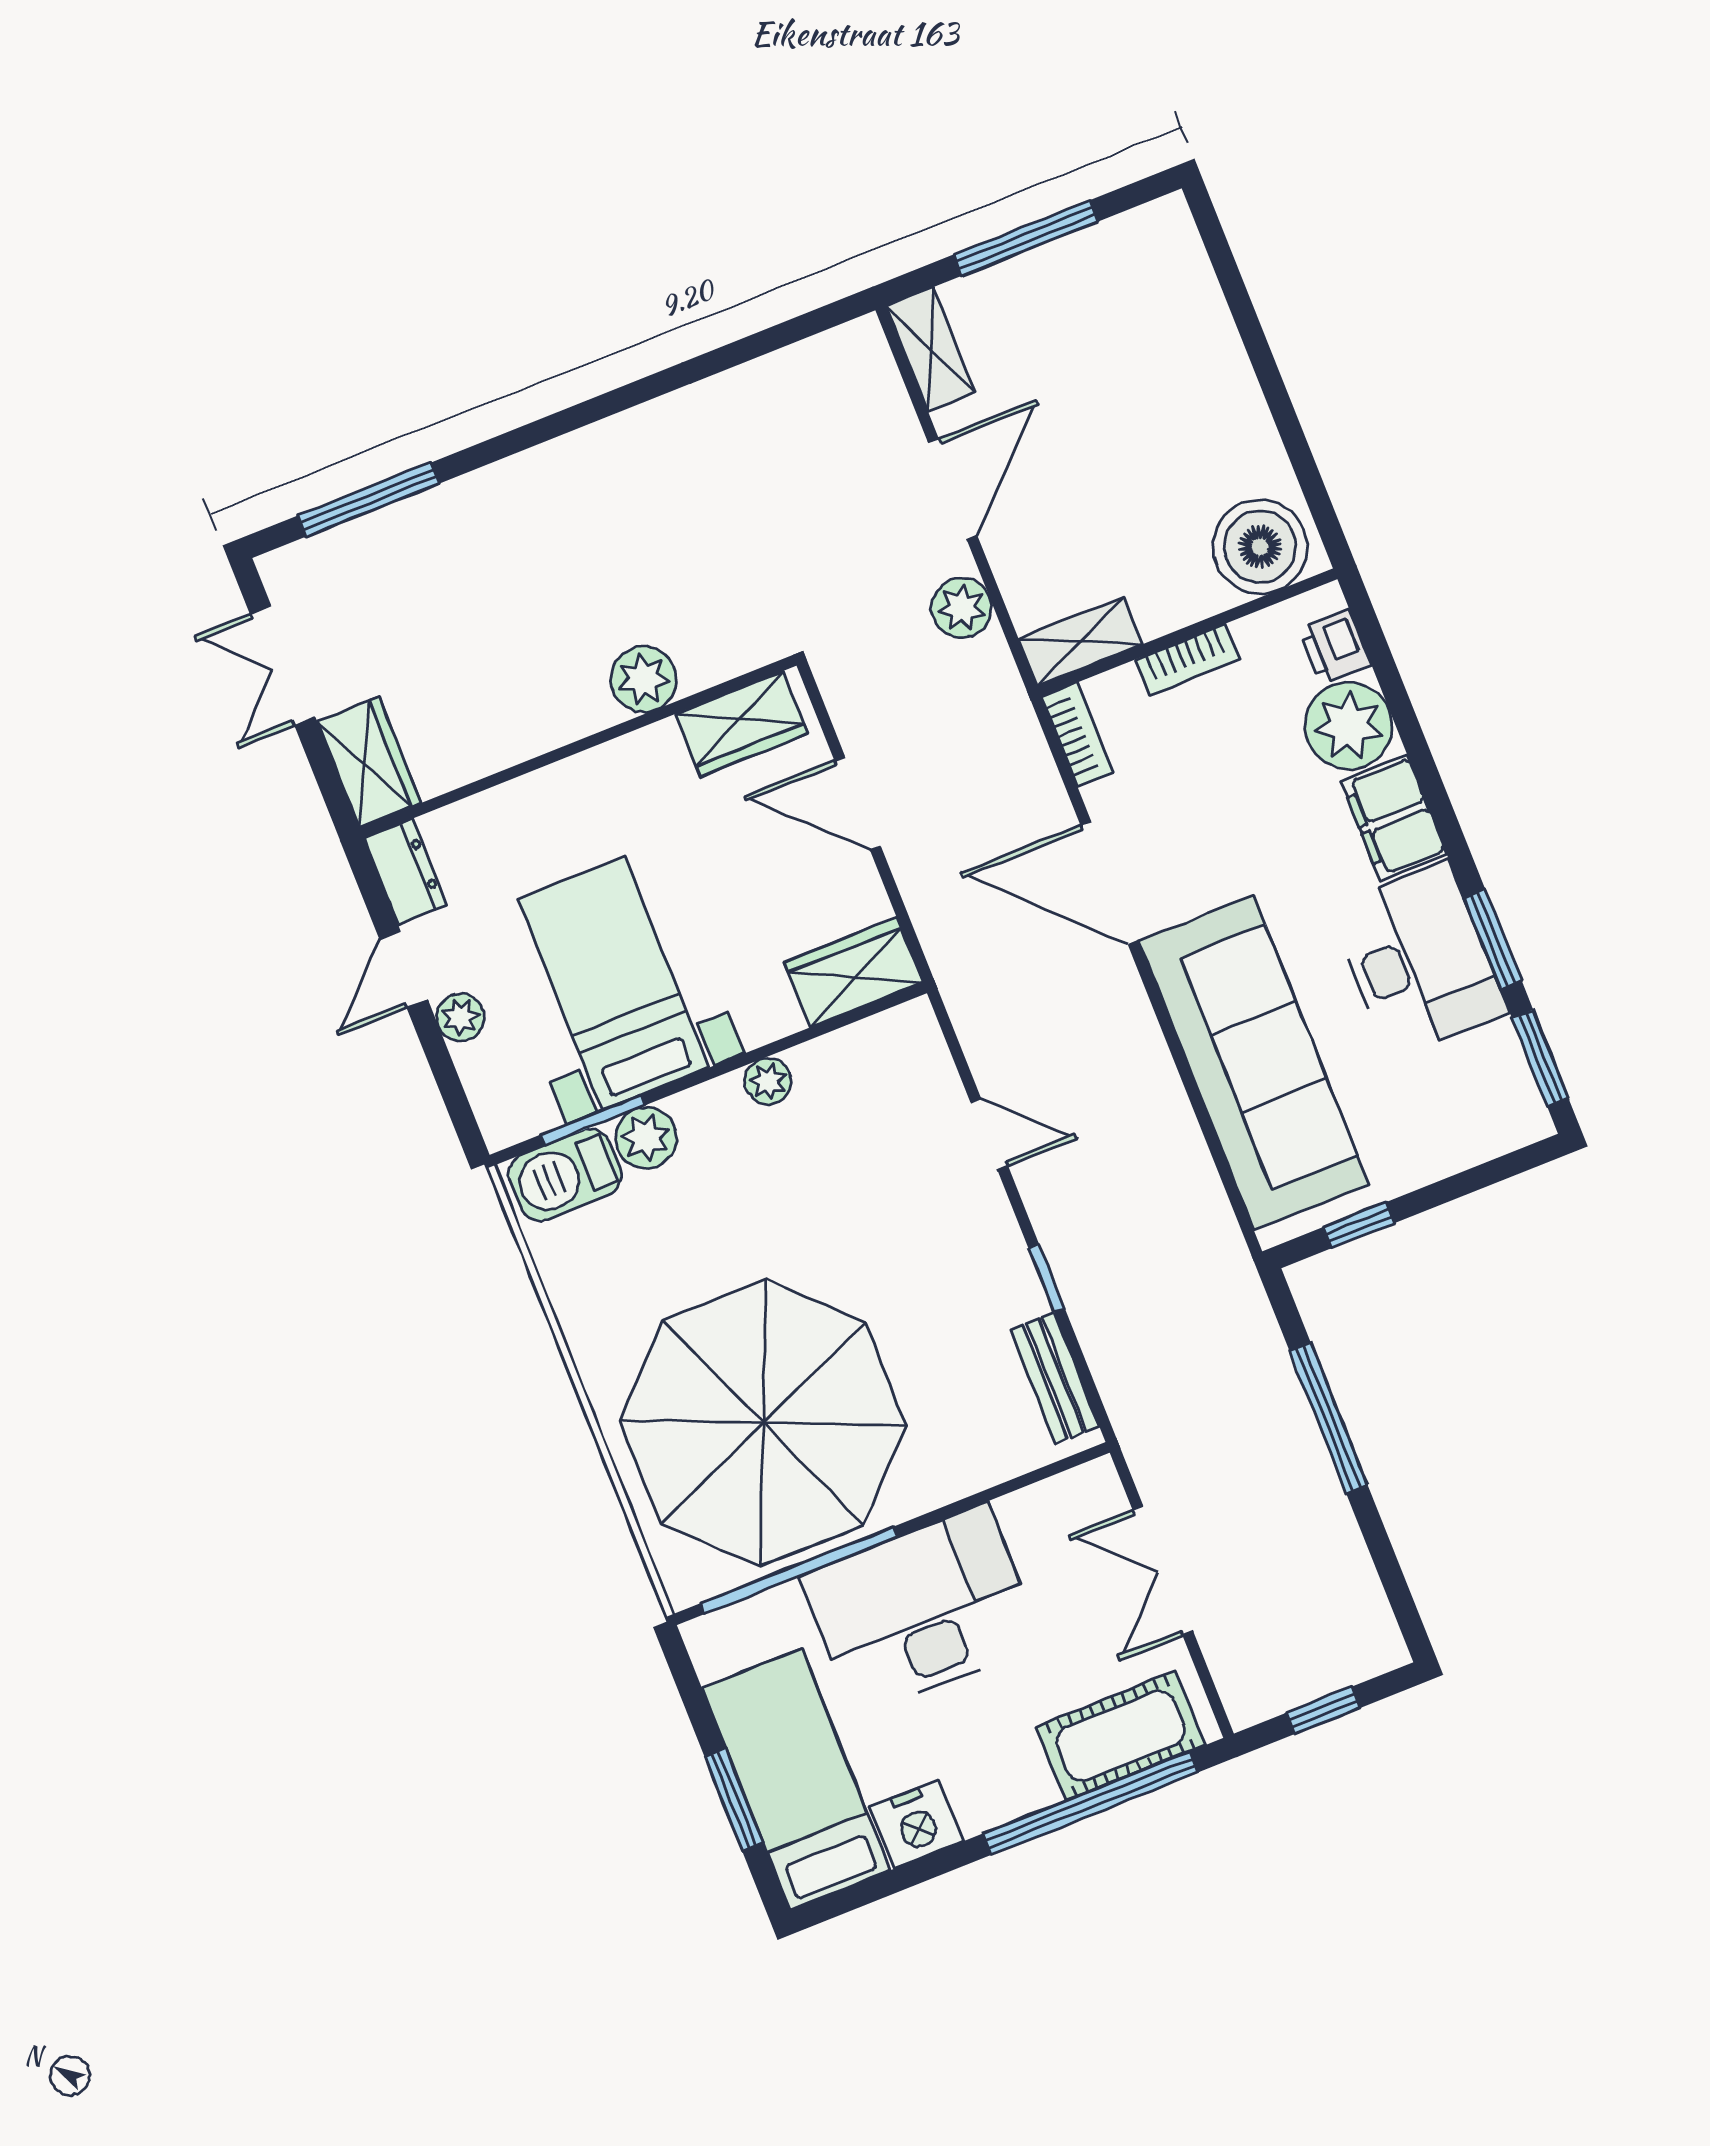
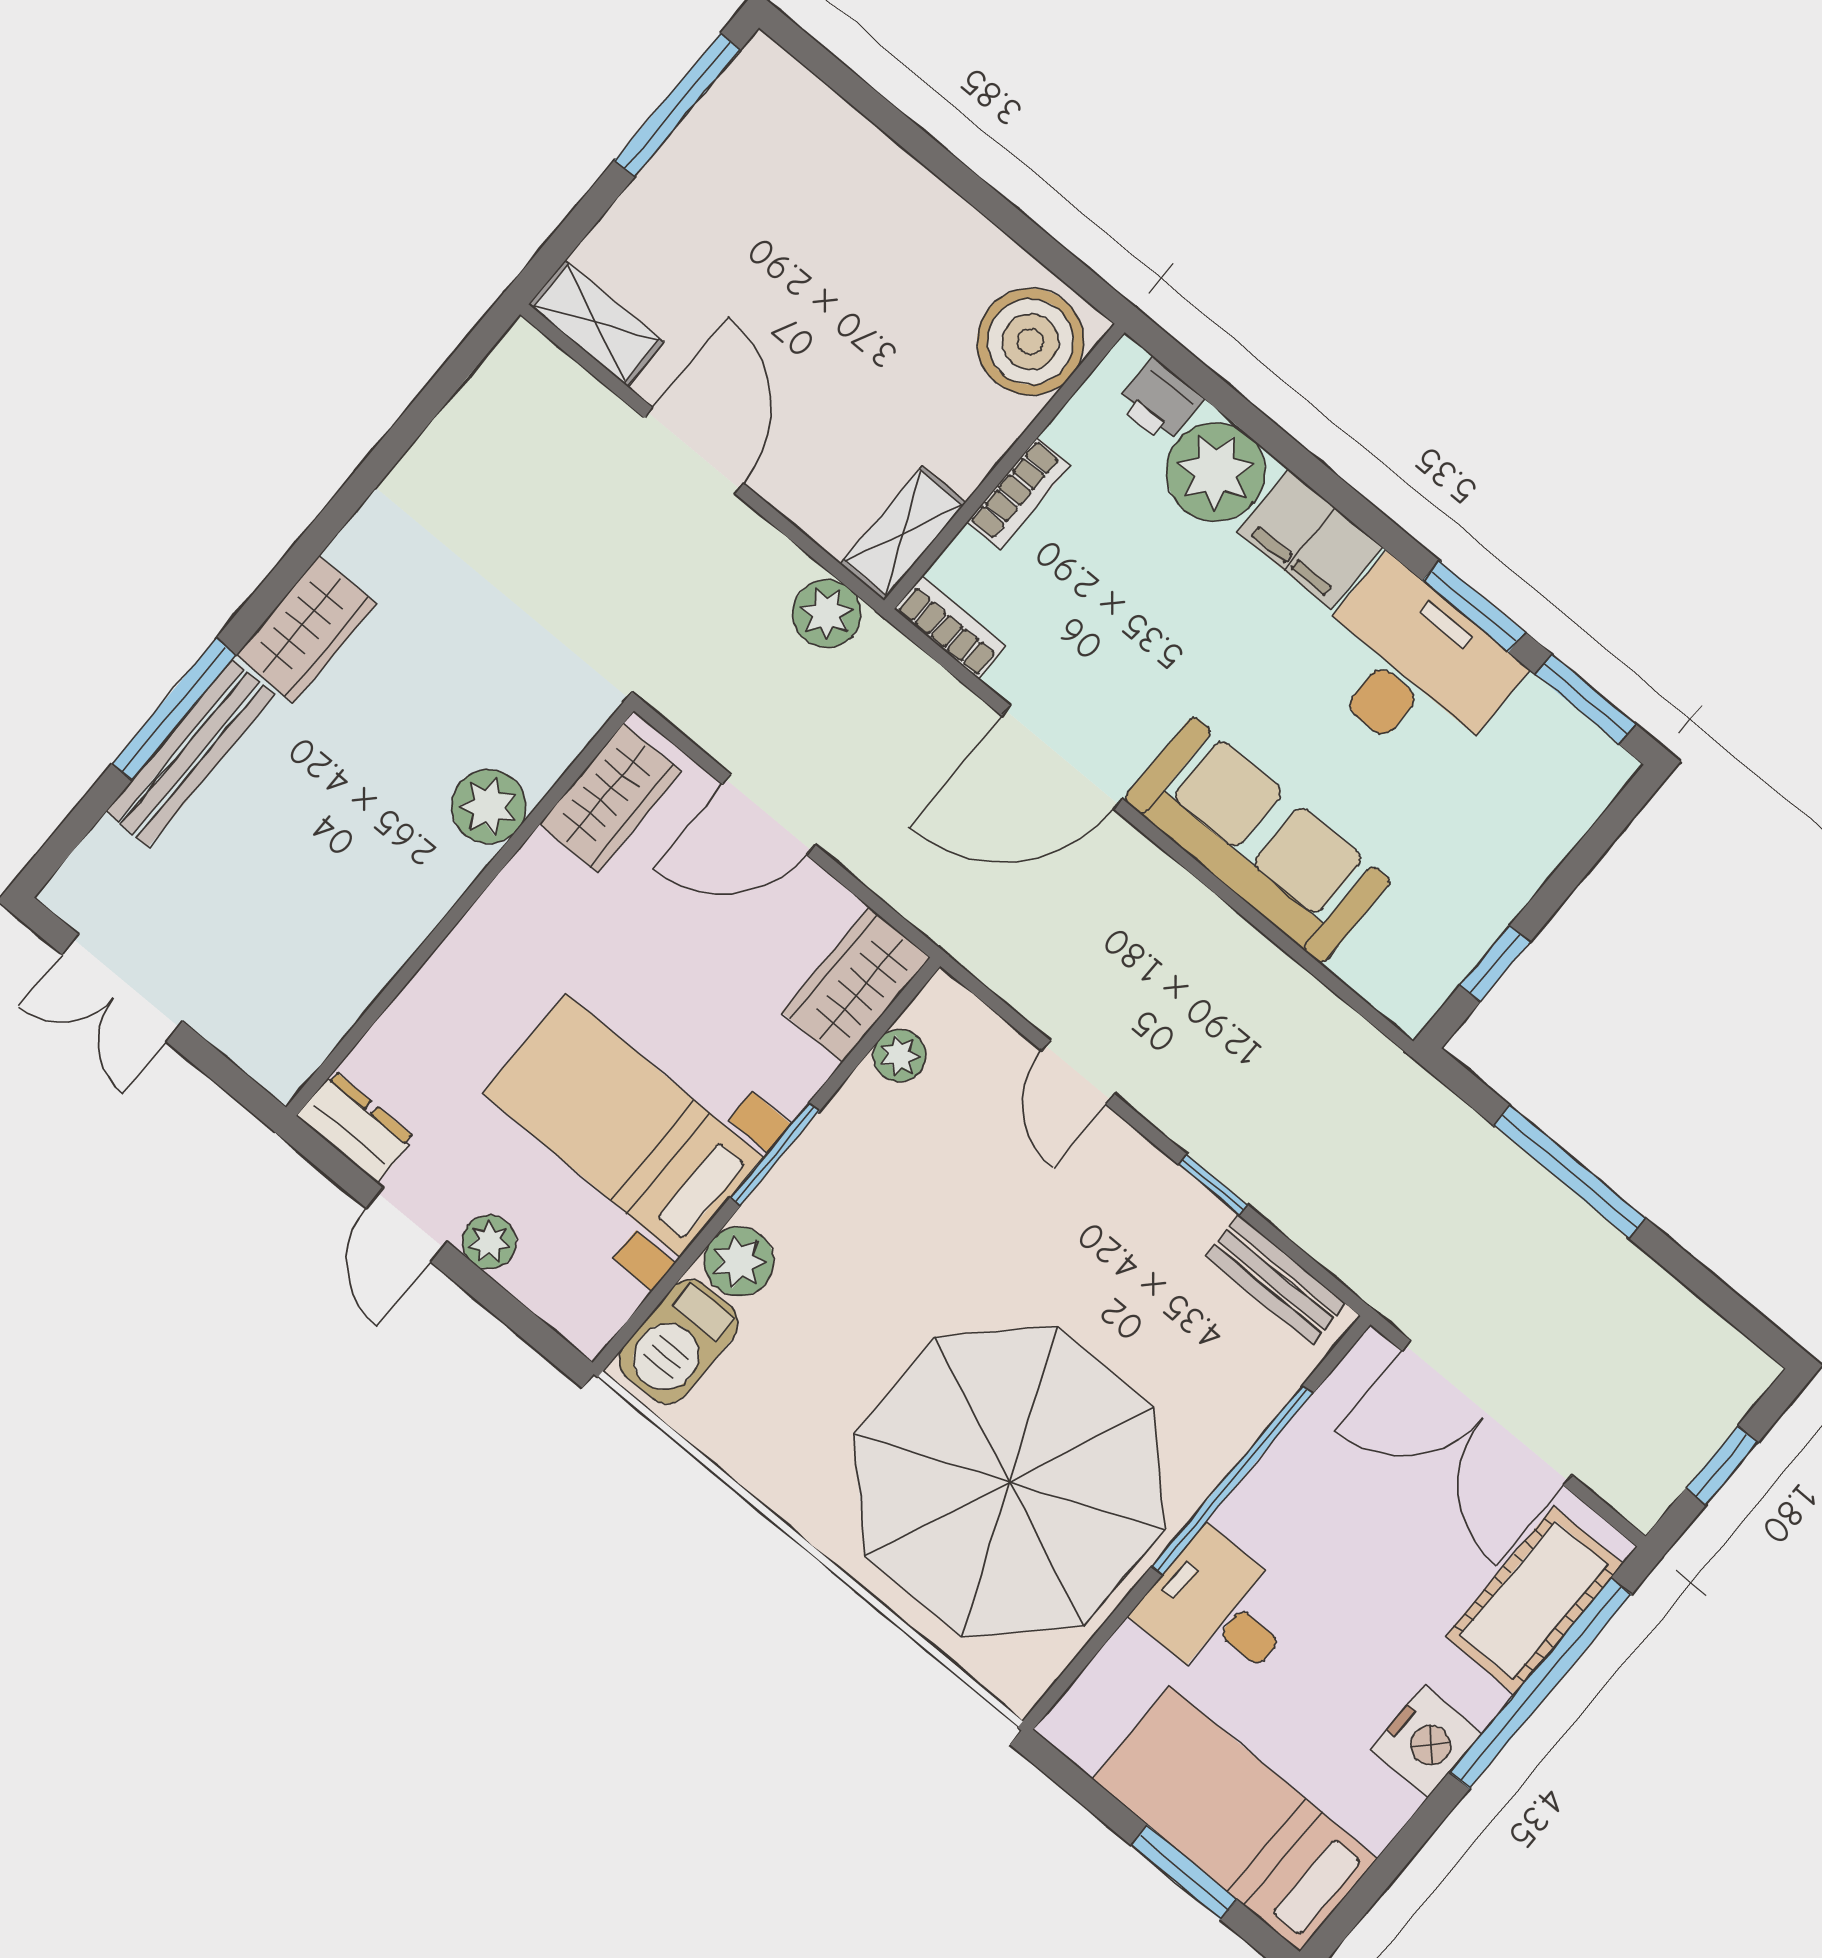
window: (1026, 238) -> (678, 105), moved
window: (368, 500) -> (174, 709), moved
bench: (435, 512) -> (190, 753), added
plant: (962, 608) -> (827, 614), moved
wardrobe: (369, 762) -> (306, 629), moved, turned 90
sofa: (1254, 1063) -> (1257, 840), width x0.74, depth x0.79
plant: (768, 1081) -> (900, 1056), moved
window: (593, 1120) -> (775, 1154), moved
door: (989, 1134) -> (1078, 1072), swing flipped
window: (799, 1570) -> (1232, 1480), moved
double door: (1163, 1571) -> (1487, 1413), width x1.37
desk: (921, 1610) -> (1218, 1611), width x0.53, depth x0.77
nightstand: (917, 1824) -> (1426, 1741), moved

